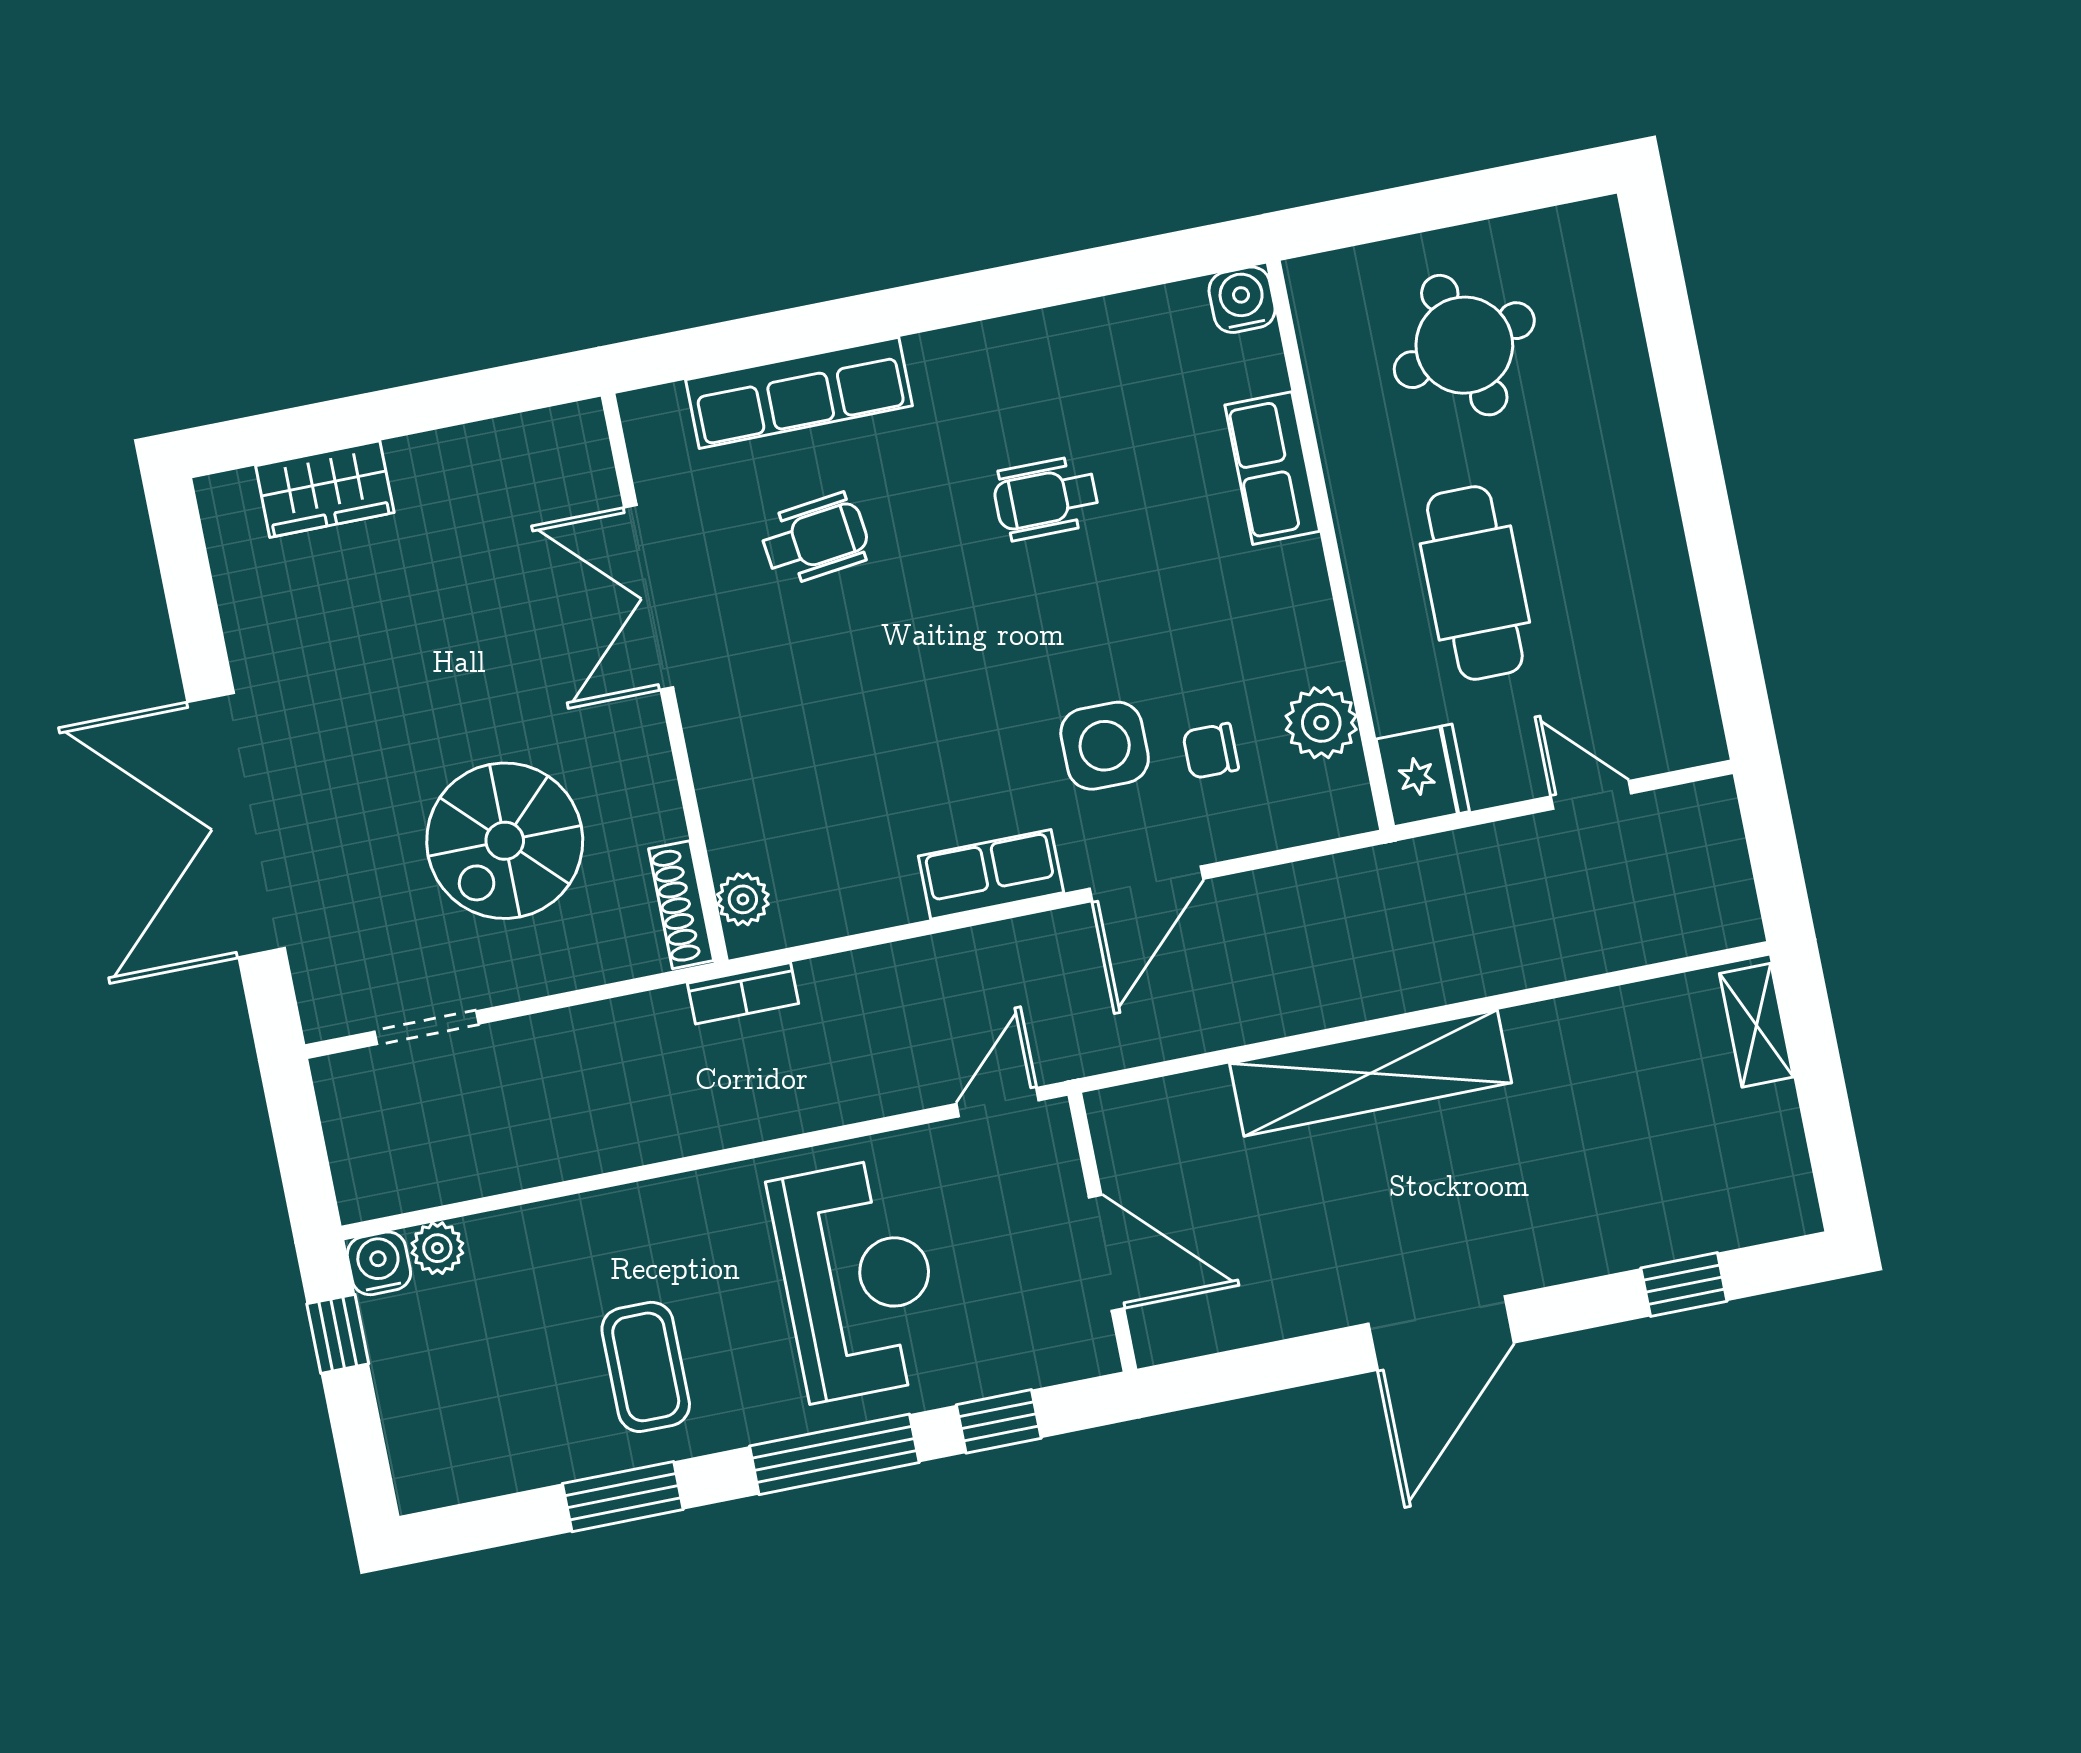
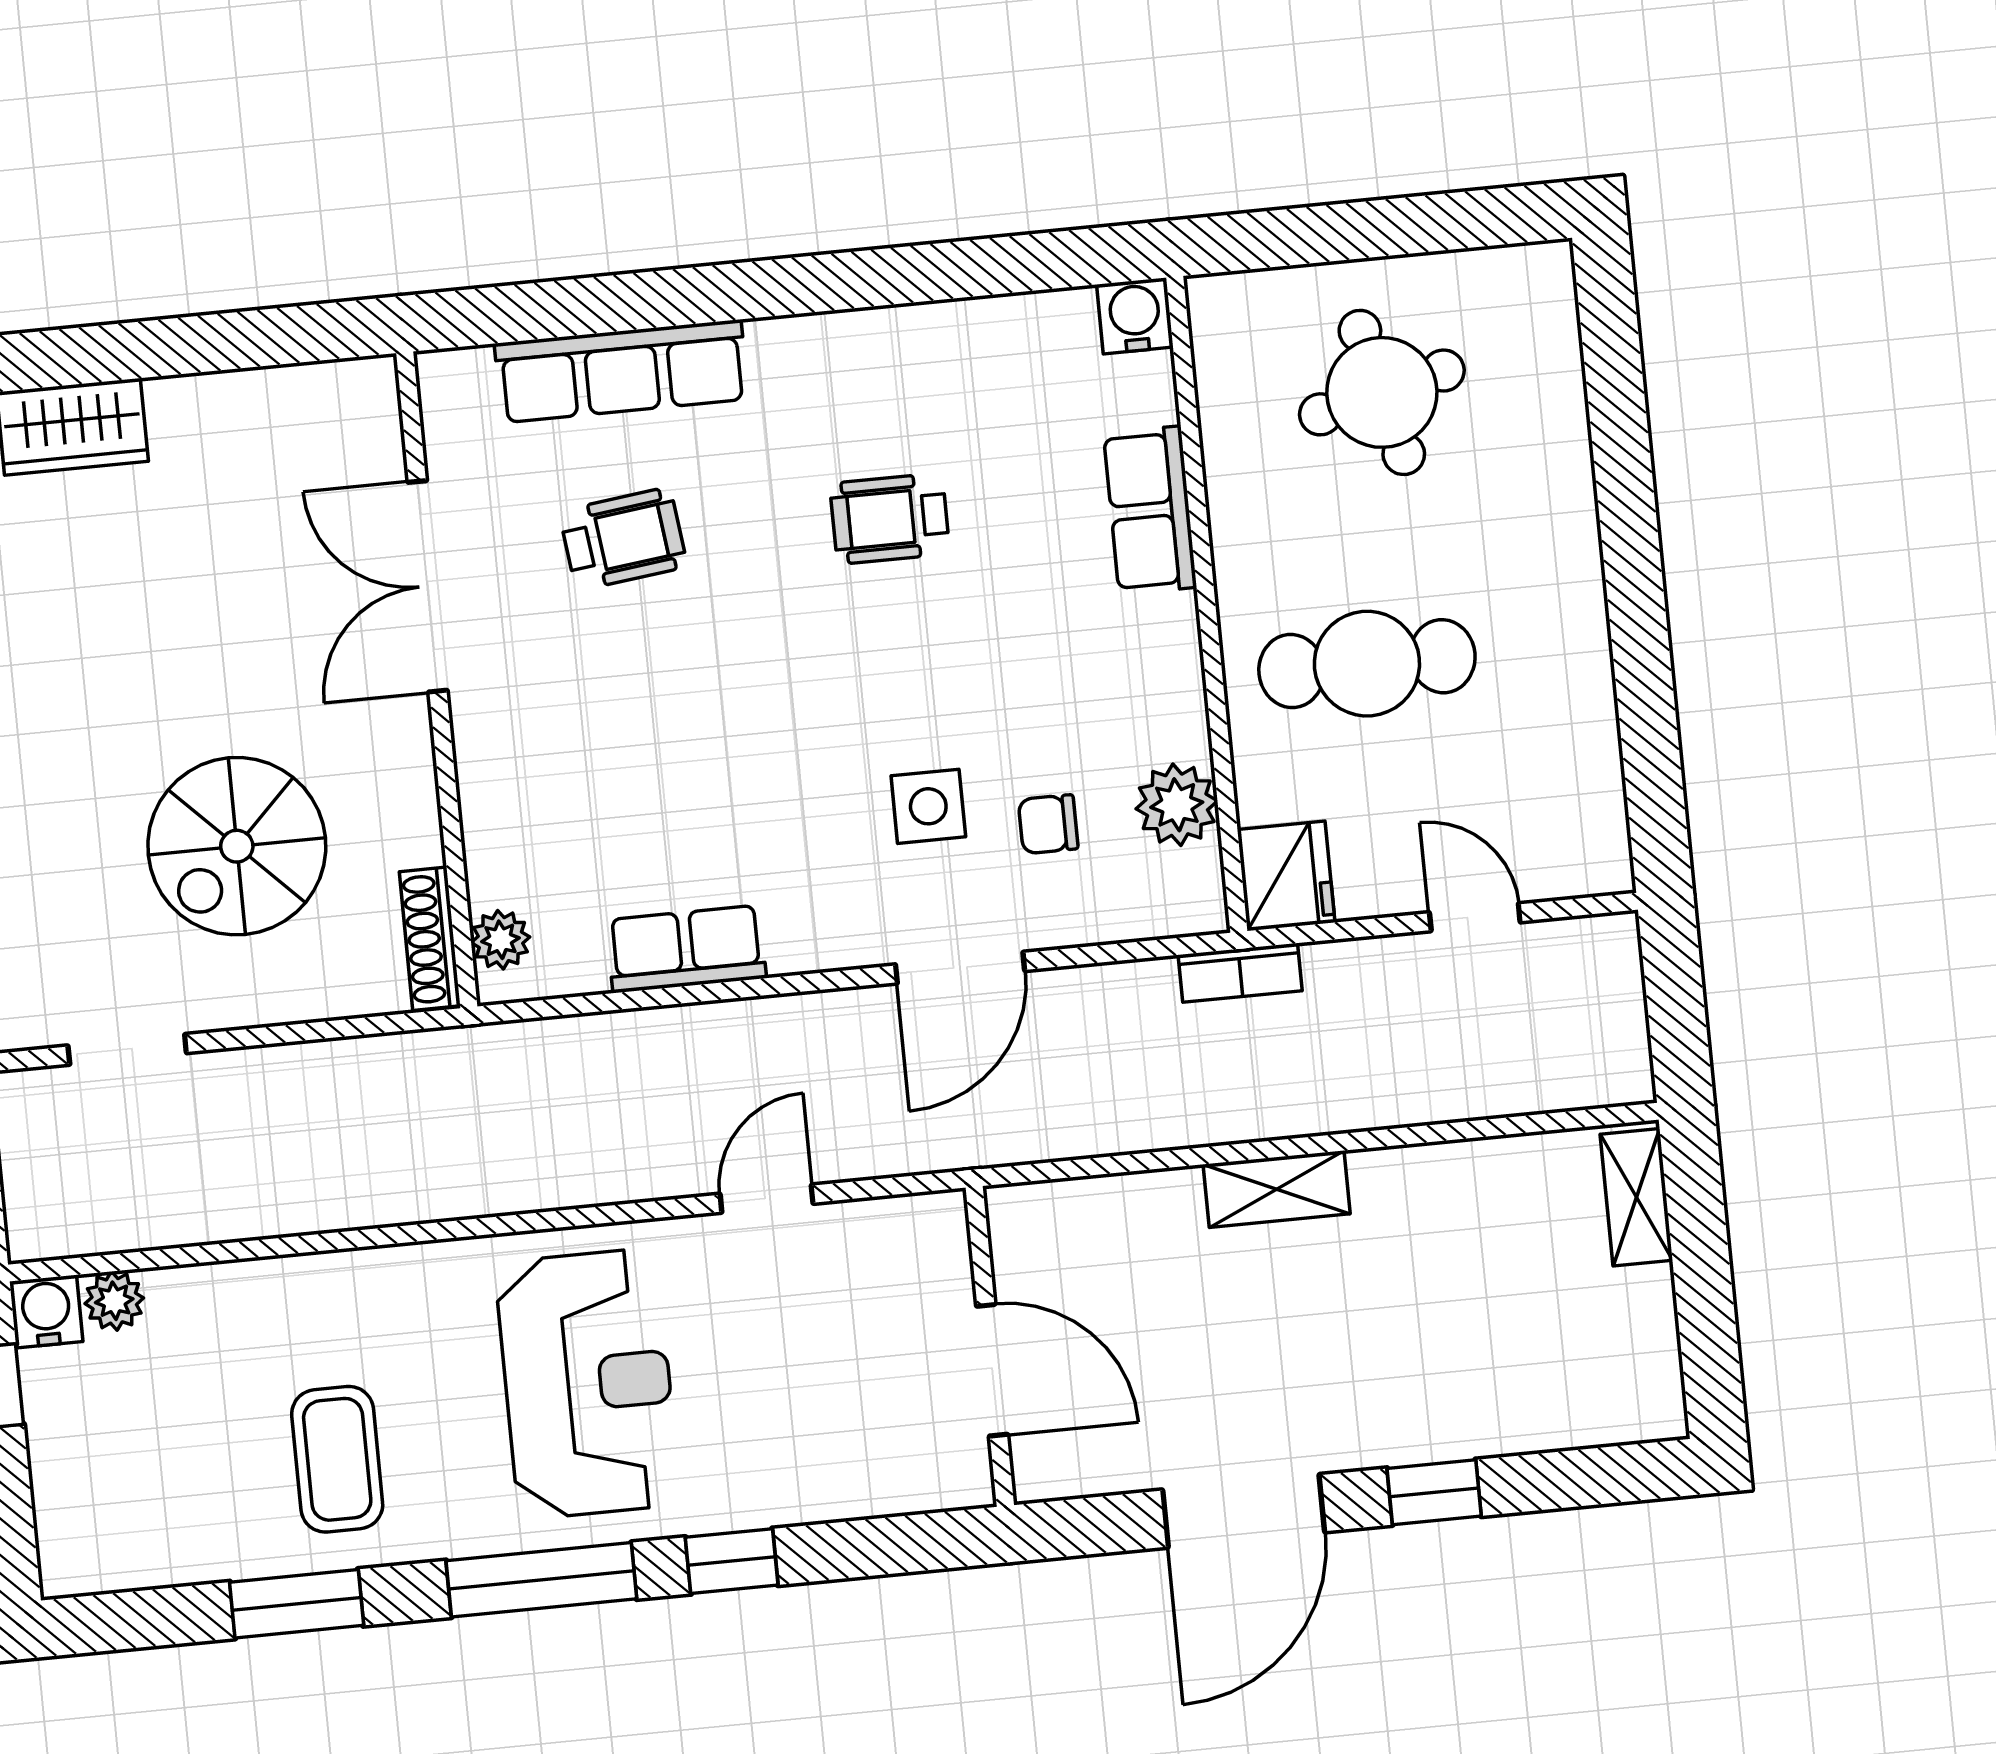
cafe table: (1475, 583) -> (1367, 664), turned 90
side table: (1105, 746) -> (928, 806), width x0.73, depth x0.73
row of seats: (991, 874) -> (686, 949), moved
bookcase: (743, 993) -> (1240, 973), moved
shelving: (1371, 1073) -> (1277, 1189), width x0.45, depth x0.75
wall: (1102, 1232) -> (990, 1346), moved
door: (1107, 1253) -> (992, 1370), moved
window: (1684, 1285) -> (1434, 1492), moved

